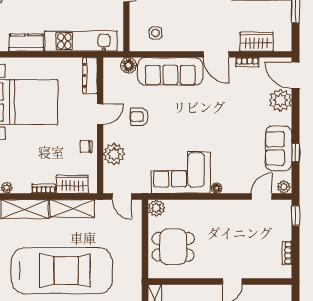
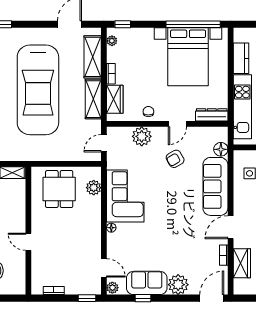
plant: (280, 100) -> (178, 285), moved
door: (100, 114) -> (177, 124), hinge flipped
armchair: (139, 117) -> (175, 159), turned -120
plant: (156, 208) -> (94, 188), moved

